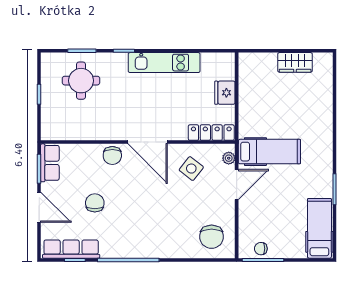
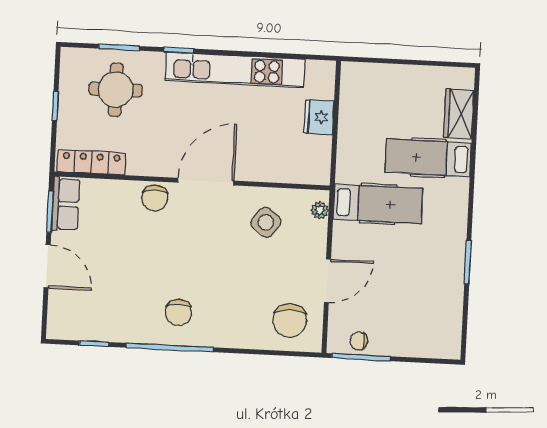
wardrobe: (295, 62) -> (459, 114), moved, turned 90
kitchen unit: (164, 63) -> (235, 70), width x1.36
locker: (211, 133) -> (91, 162), moved
door: (148, 142) -> (206, 182), swing flipped
door: (237, 185) -> (327, 281), moved
chair: (95, 203) -> (178, 312), moved, turned 180
hospital bed: (319, 228) -> (428, 158), moved, turned -90
row of seats: (71, 249) -> (90, 328), removed

